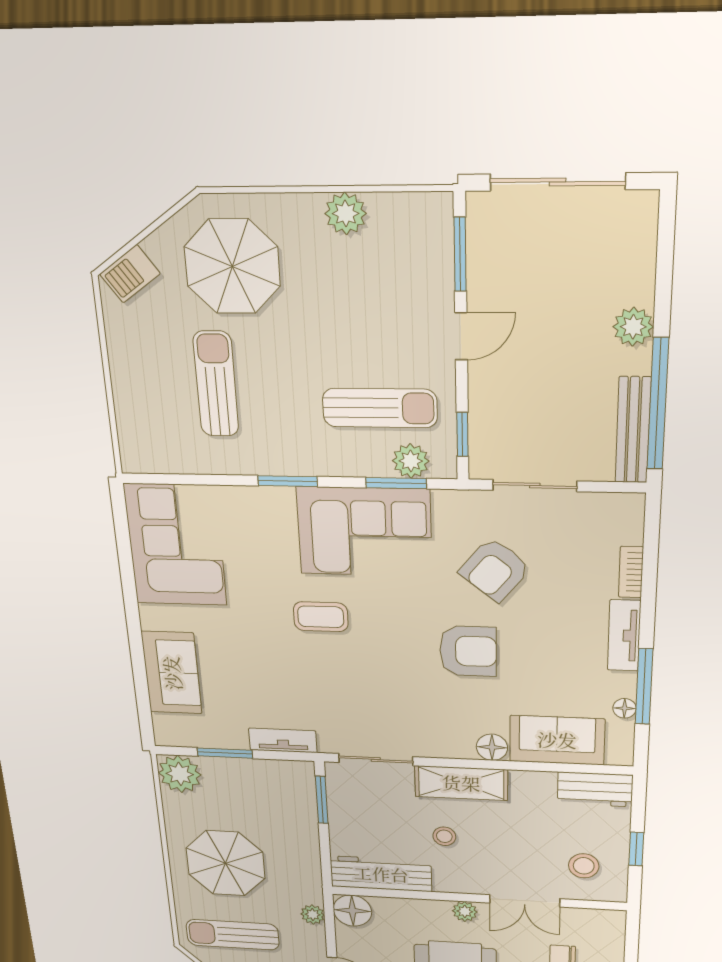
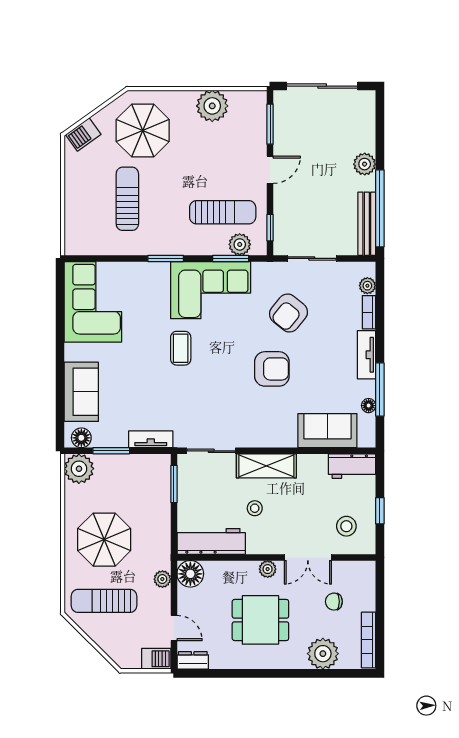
plant: (346, 213) -> (212, 106), width x1.36, depth x1.36
plant: (630, 531) -> (367, 286), added
coffee table: (321, 617) -> (181, 348), turned 90
floor lamp: (492, 747) -> (81, 438), moved

